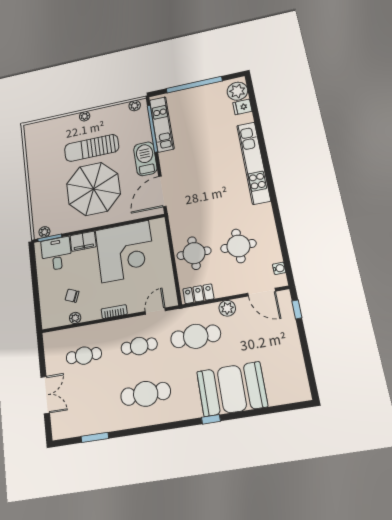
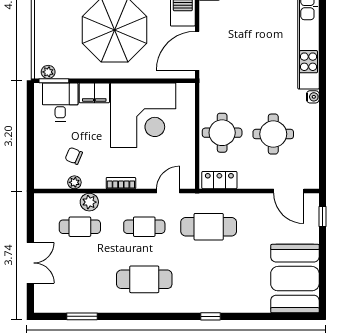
water cooler: (279, 268) -> (313, 97), moved
plant: (227, 308) -> (89, 202), moved
booth: (232, 389) -> (295, 279), moved, turned 90

